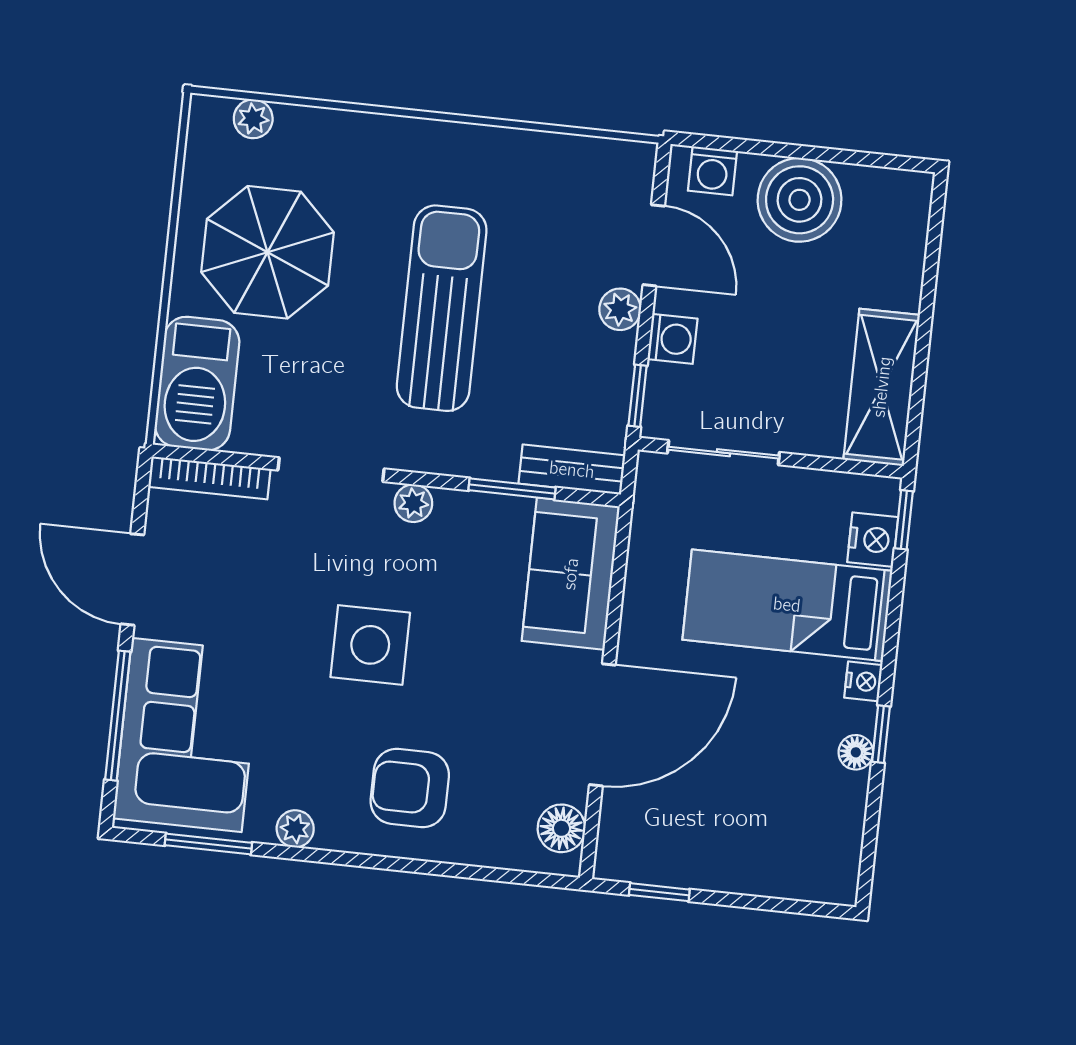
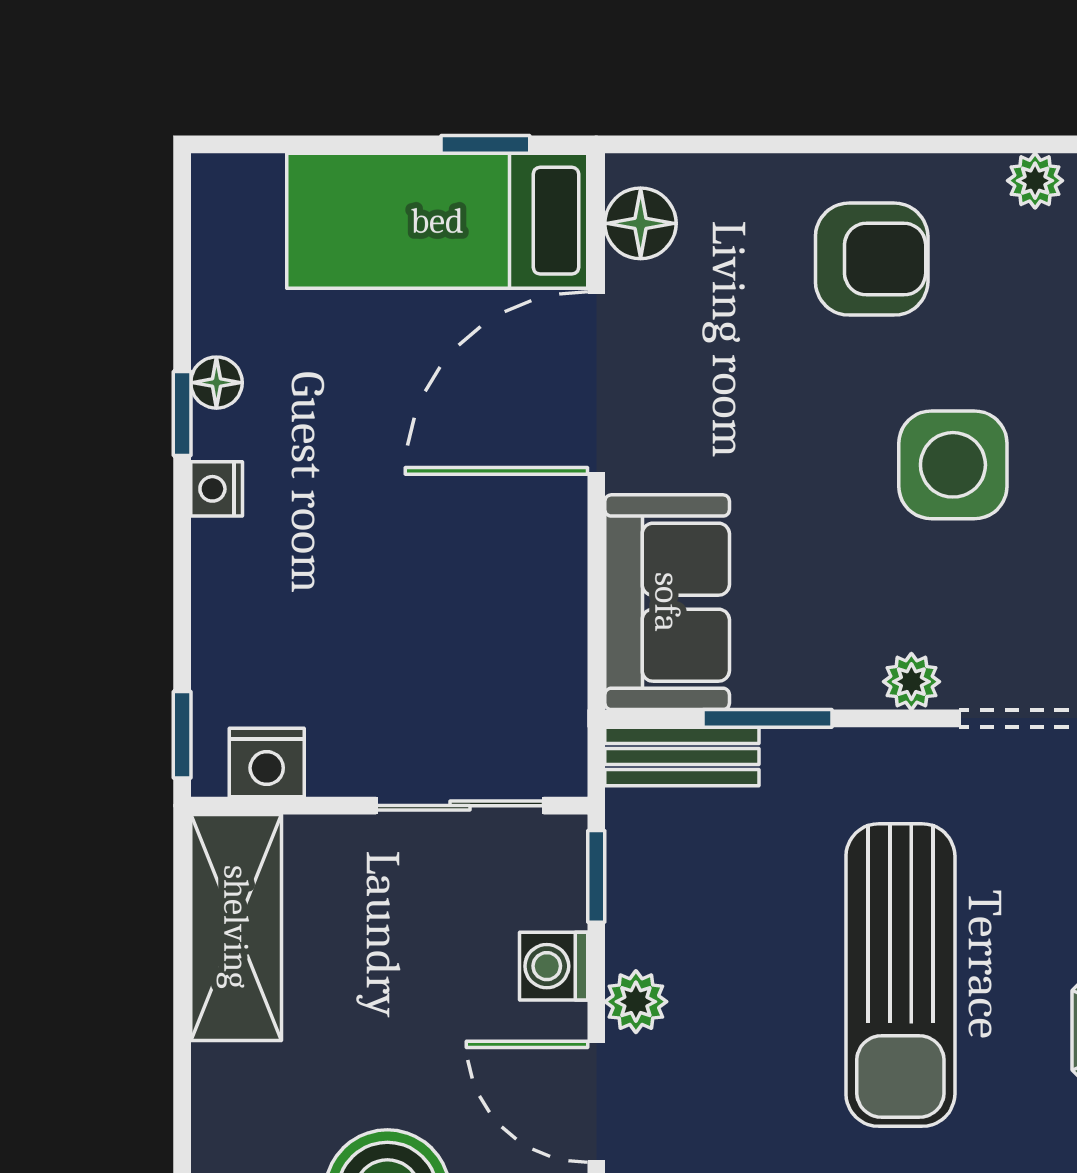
nightstand: (873, 540) -> (267, 763), moved, turned -90
bed: (787, 605) -> (437, 221), moved, turned 180

